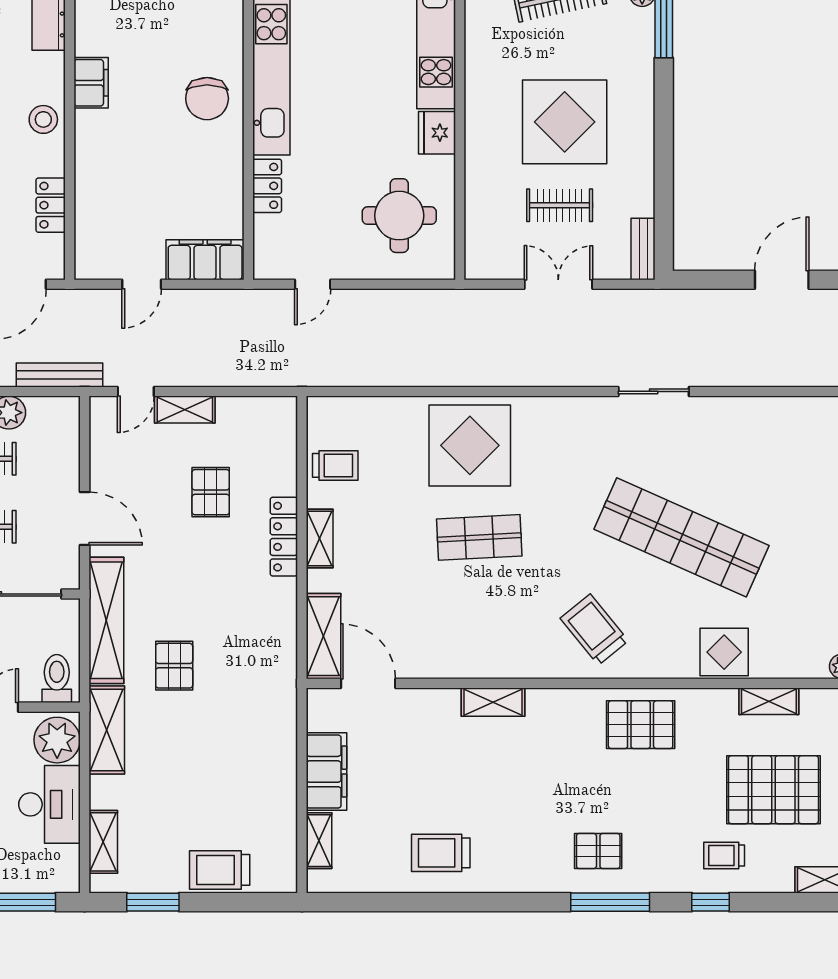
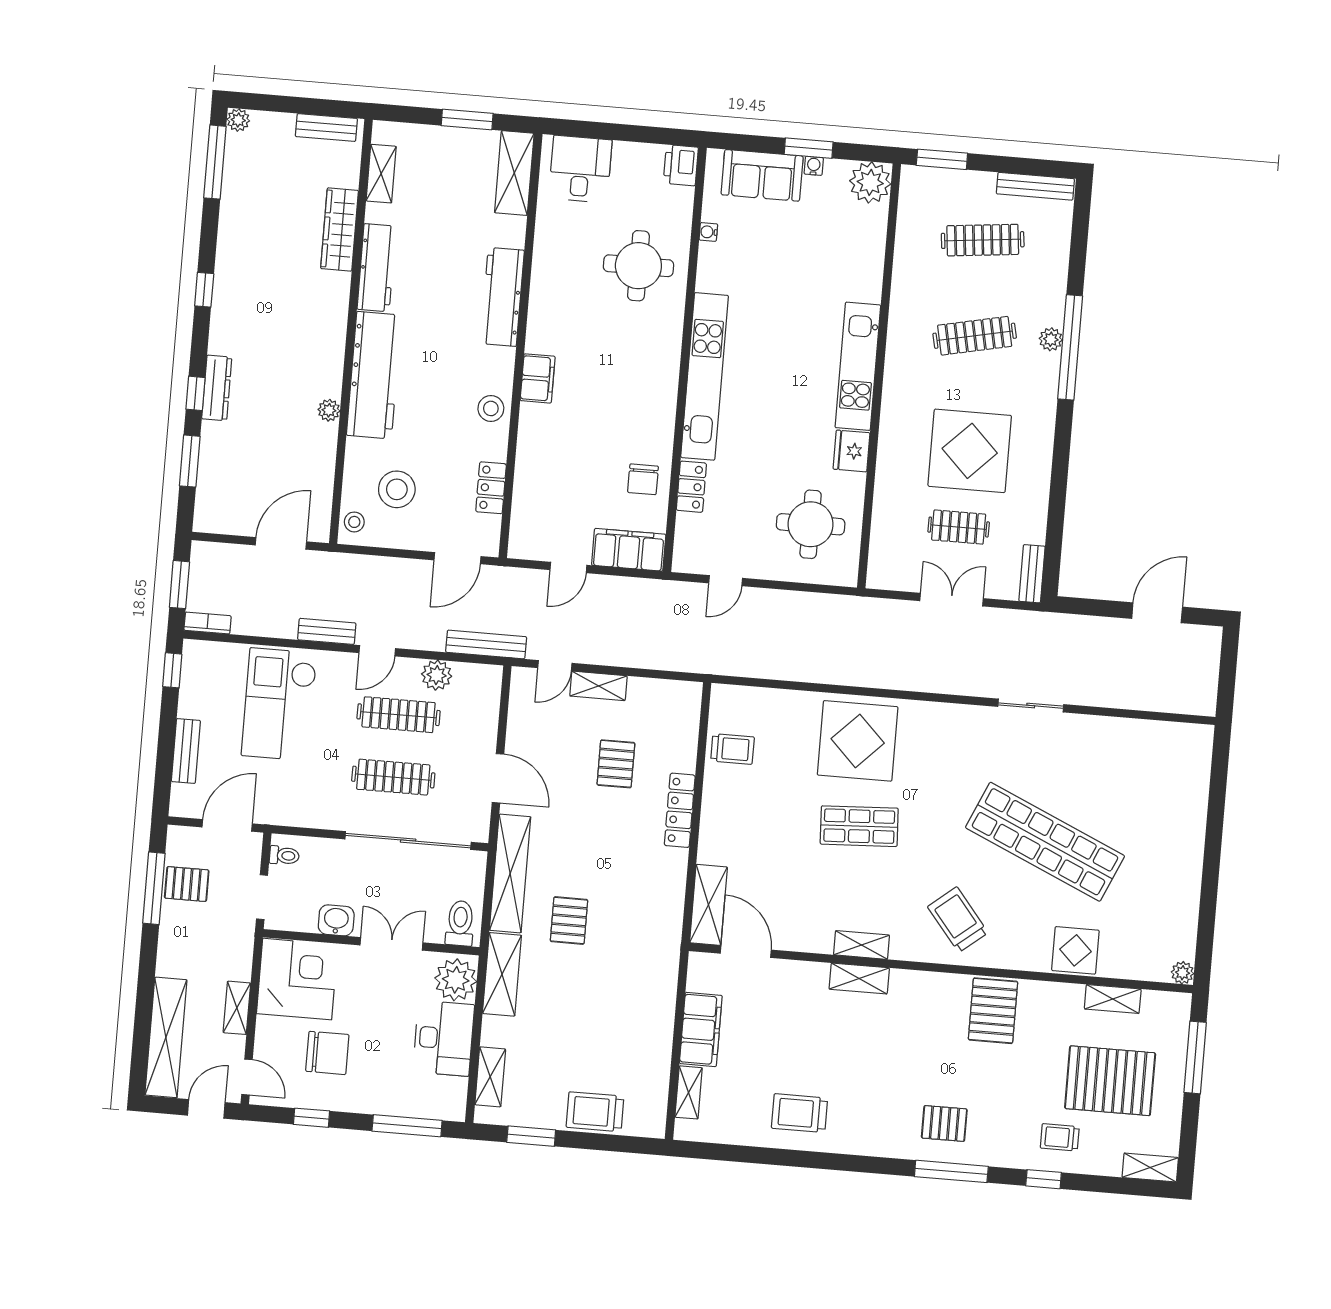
chair: (207, 99) -> (643, 479), moved, width x0.73, depth x0.73
shelving: (320, 538) -> (862, 945), moved, turned 90
pallet: (641, 725) -> (993, 1011), turned 90

